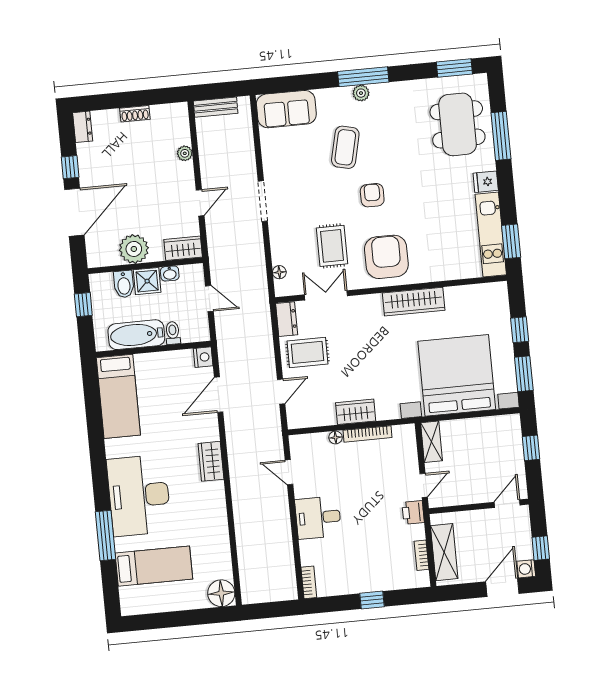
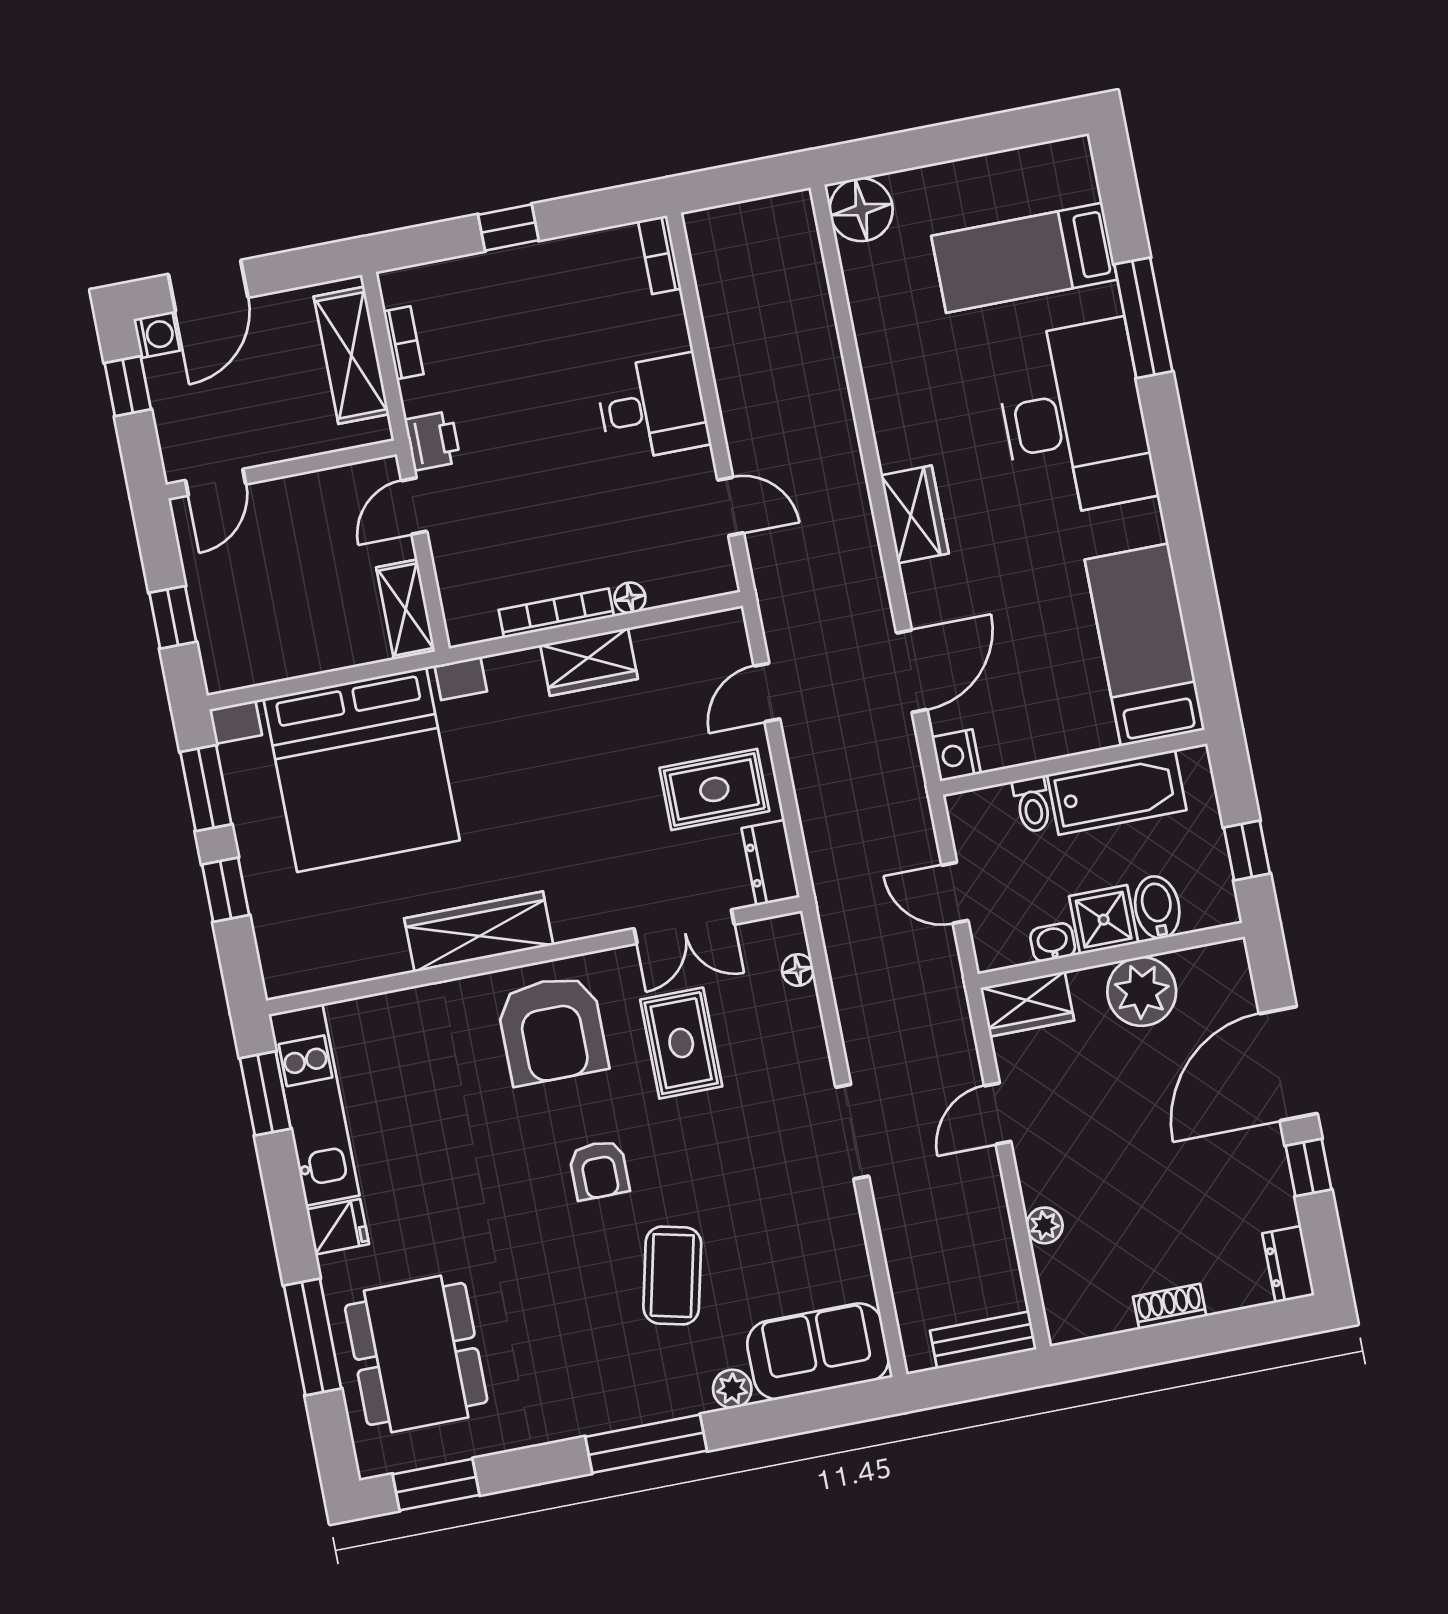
plant: (361, 93) -> (732, 1389), moved

